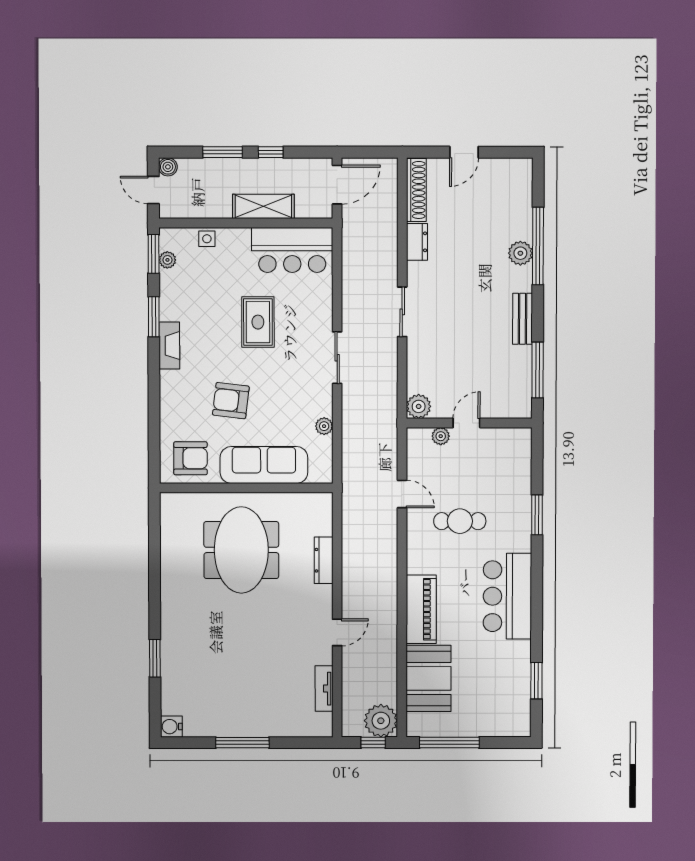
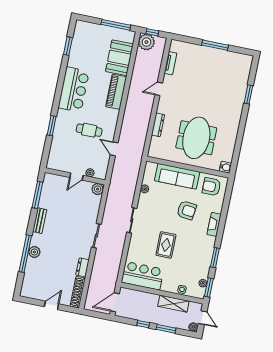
shelving: (263, 206) -> (173, 304), moved
fireplace: (169, 346) -> (214, 224), moved
water cooler: (171, 727) -> (225, 167), moved

